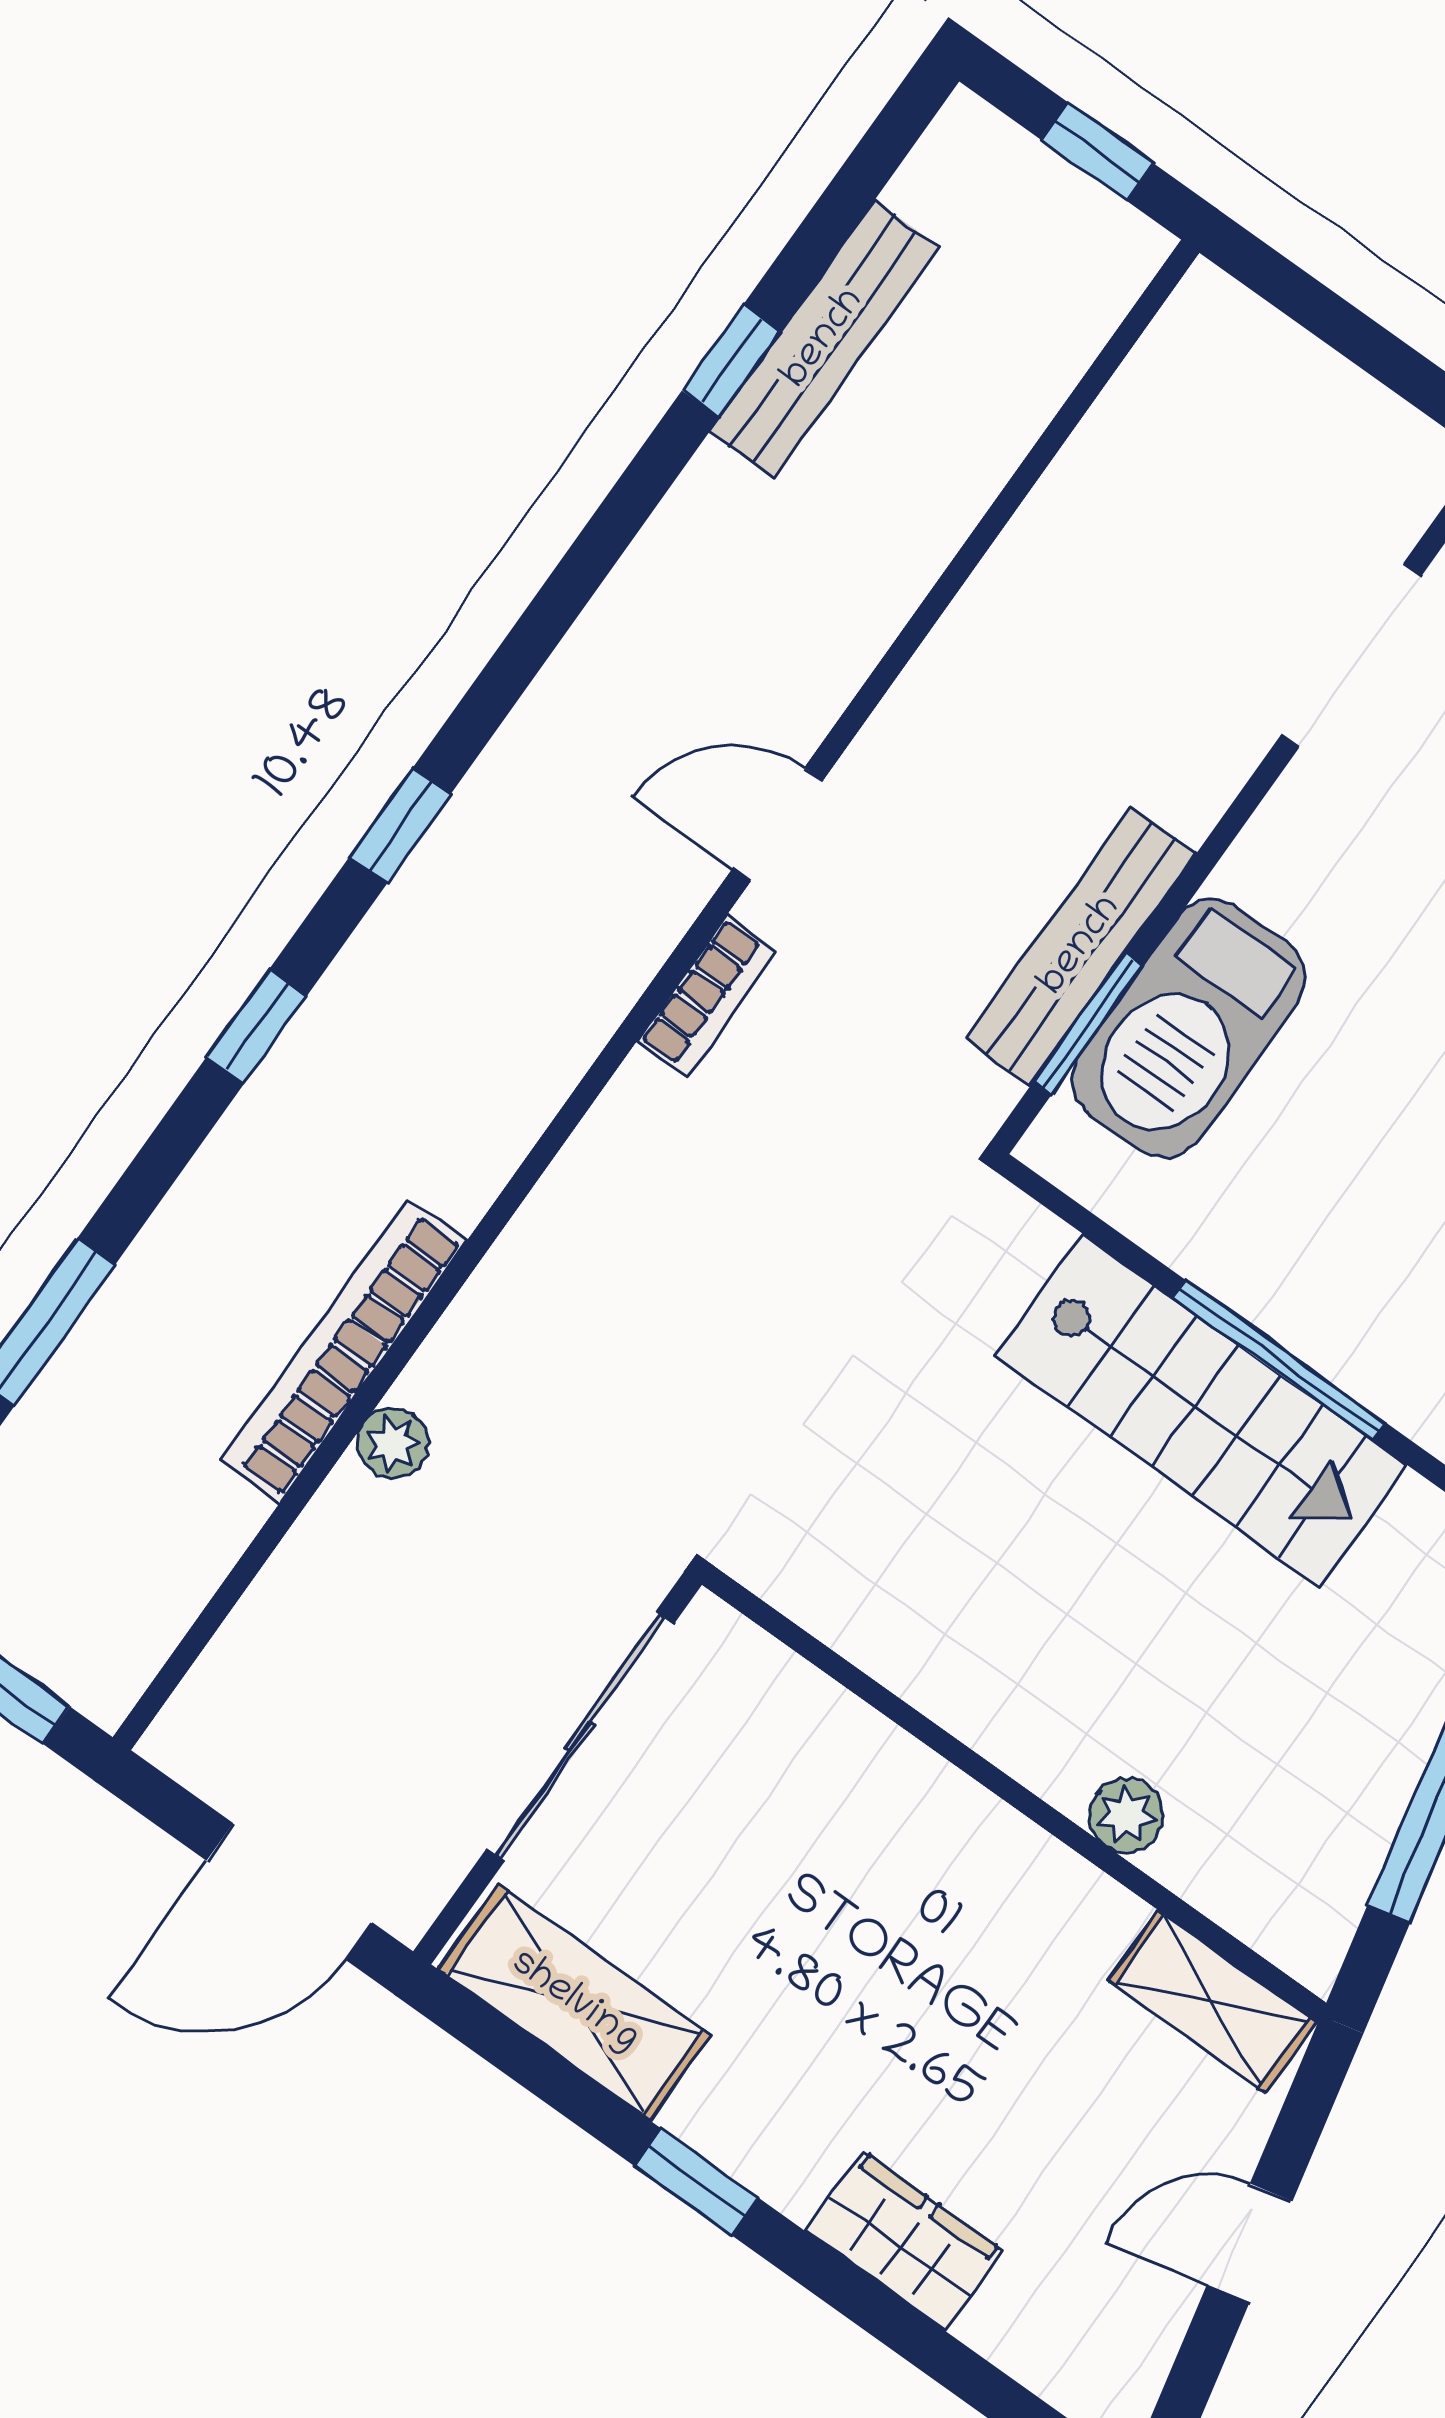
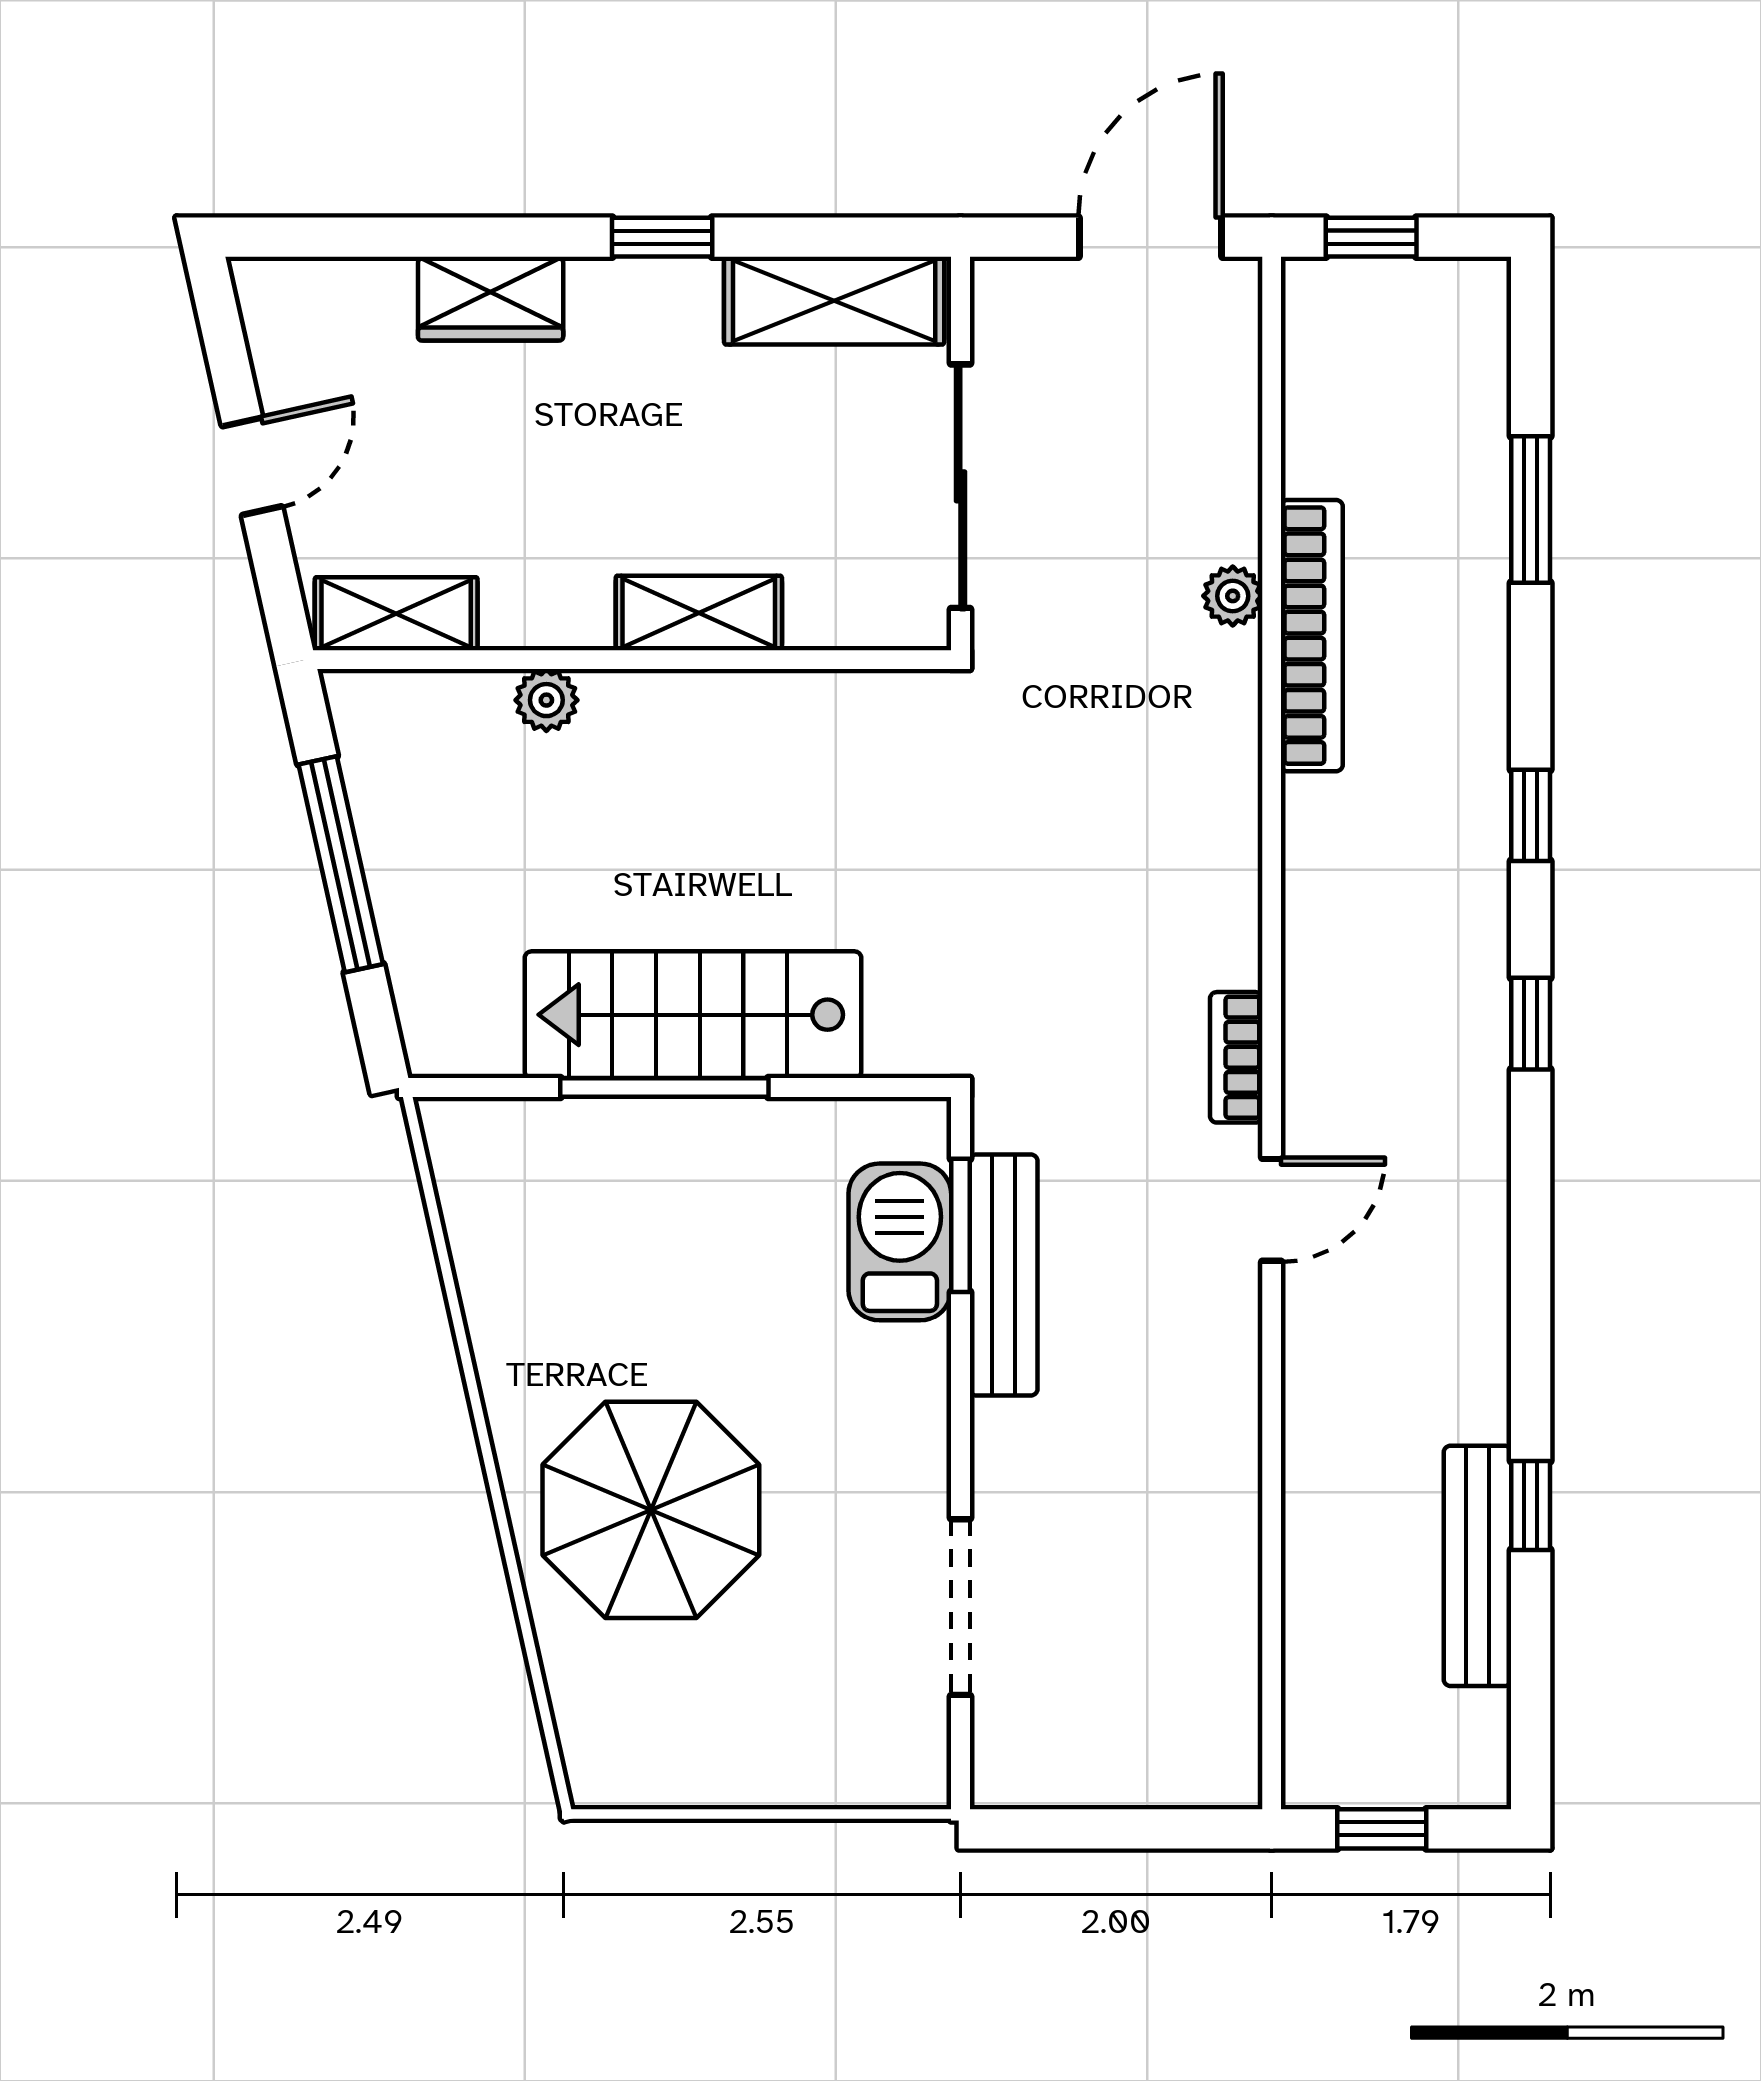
barbecue: (1189, 1029) -> (900, 1242), width x0.73, depth x0.83
shelving: (920, 1794) -> (699, 613), added
door: (289, 1891) -> (1151, 237), moved

